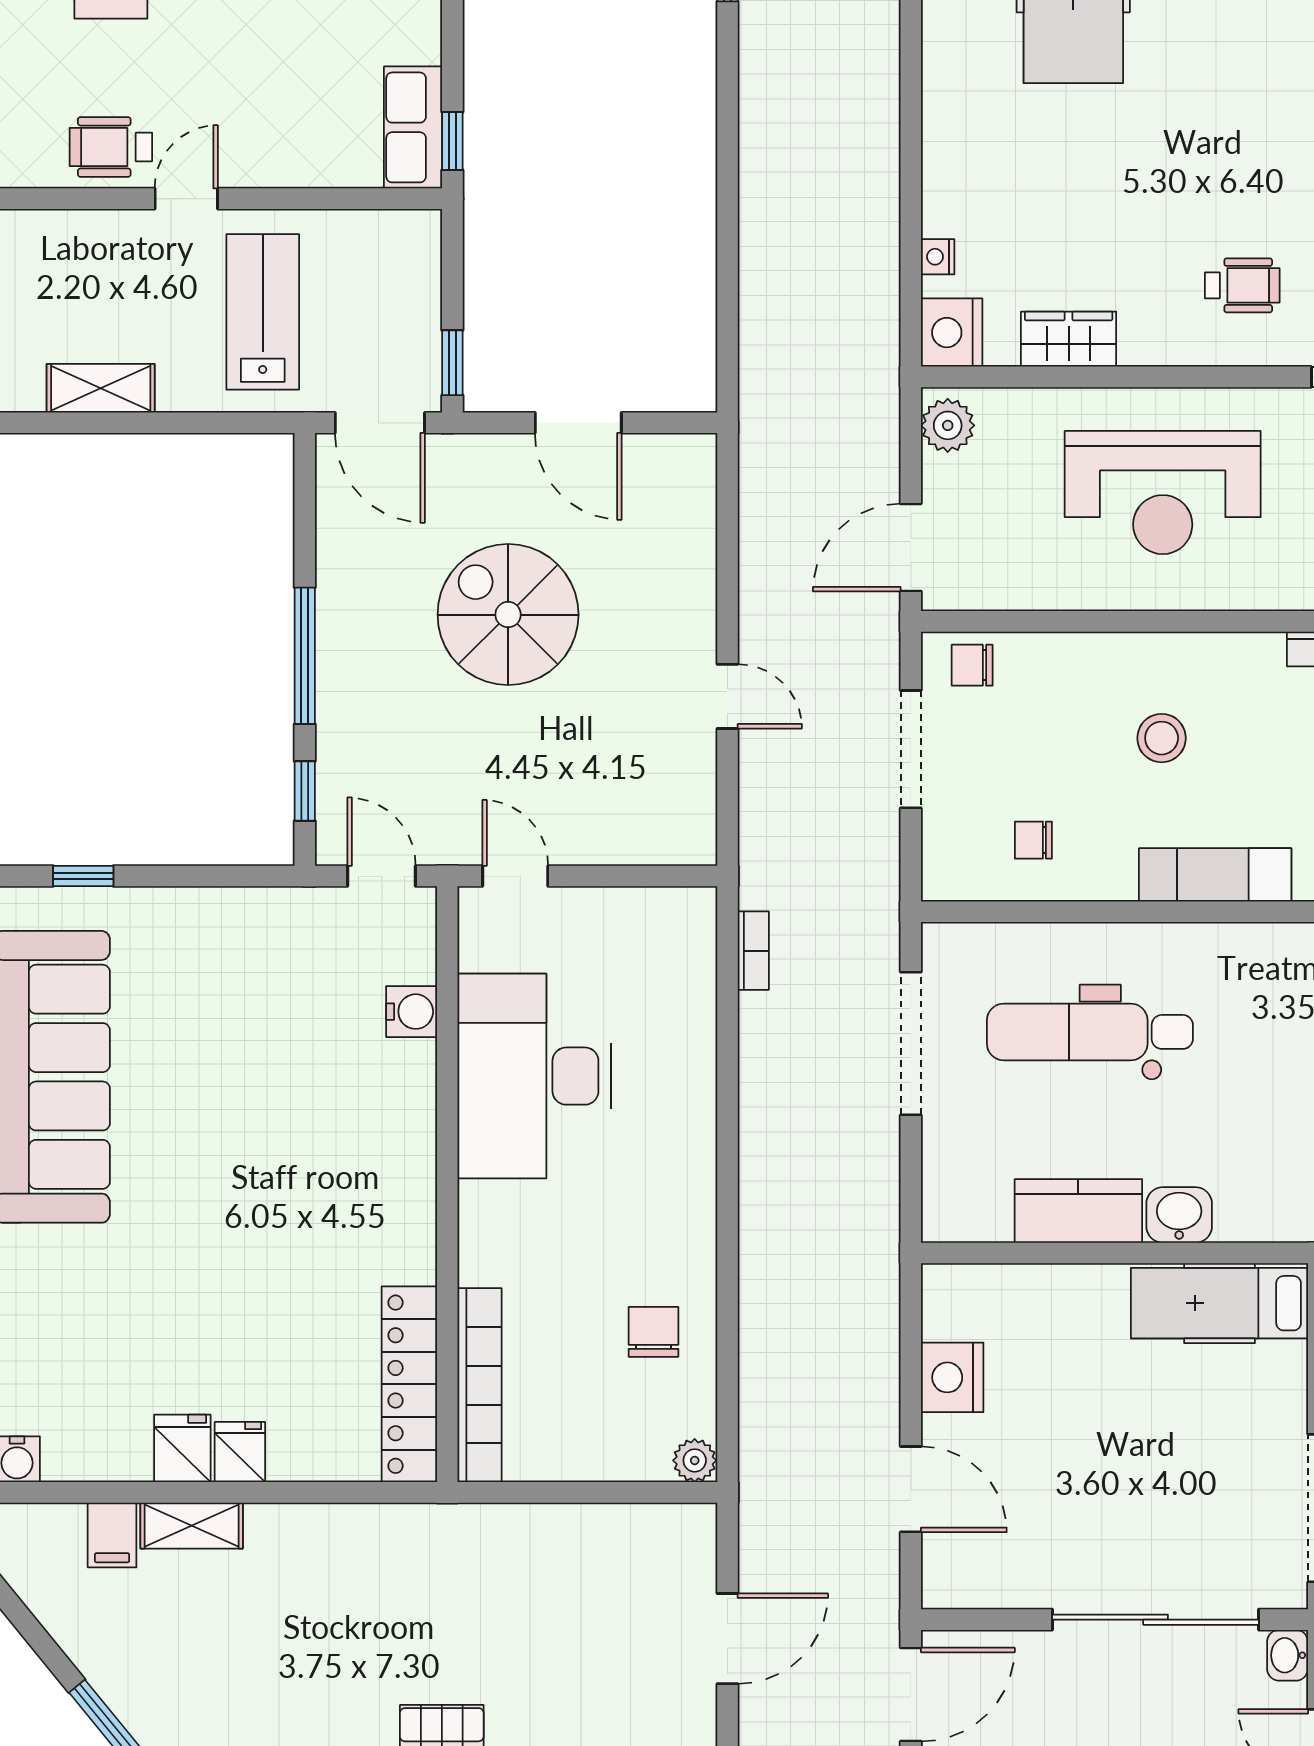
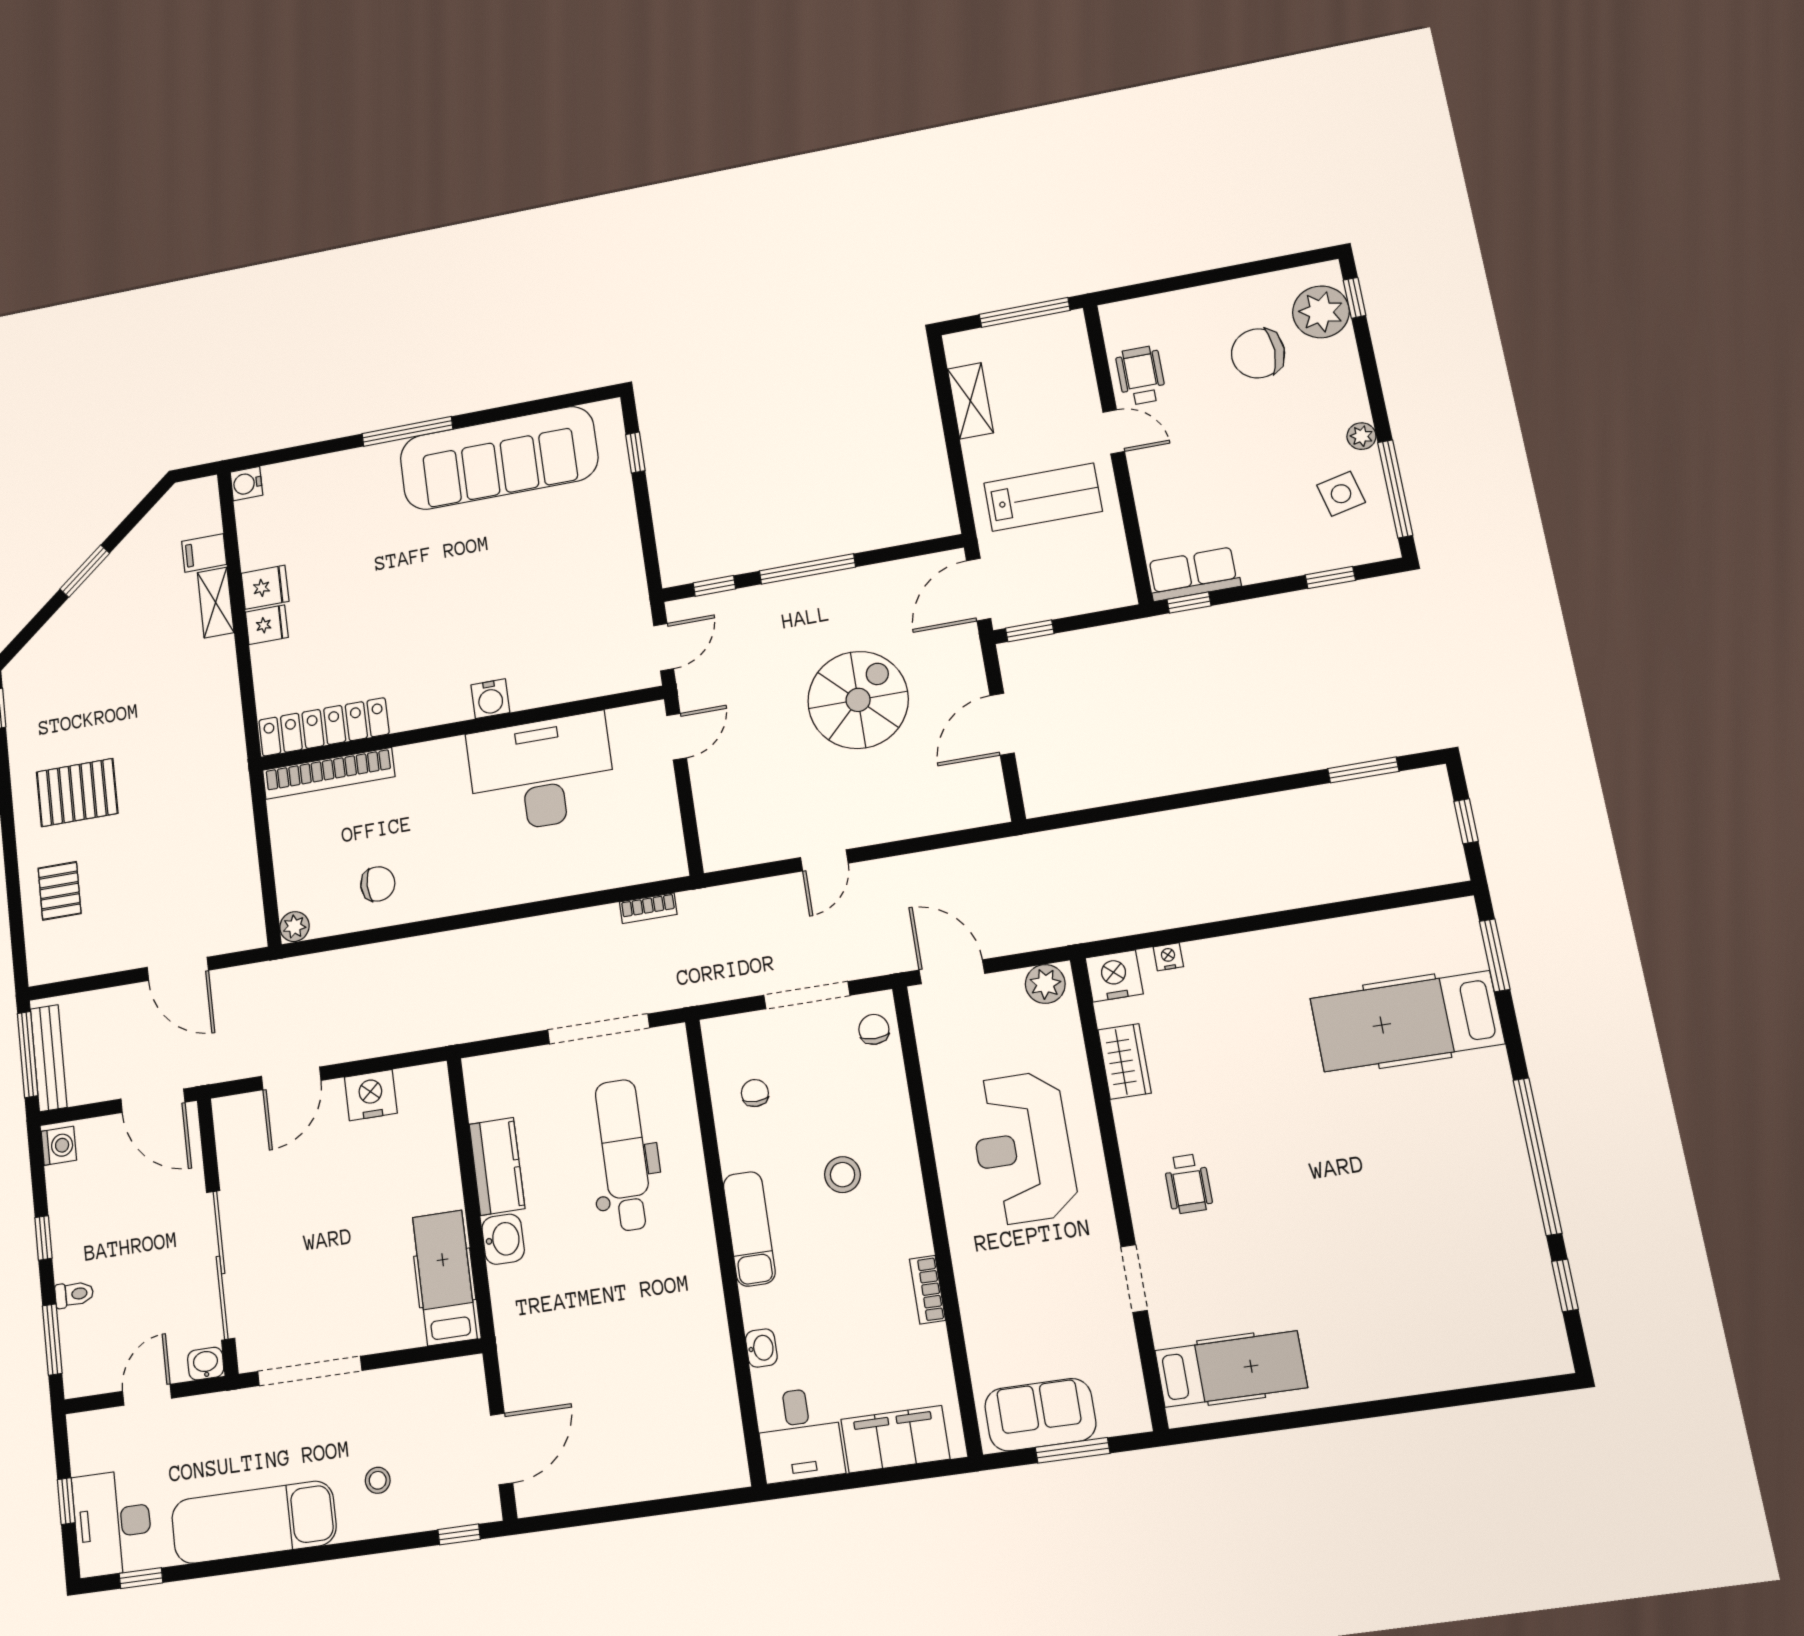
water cooler: (412, 1012) -> (490, 699), moved

